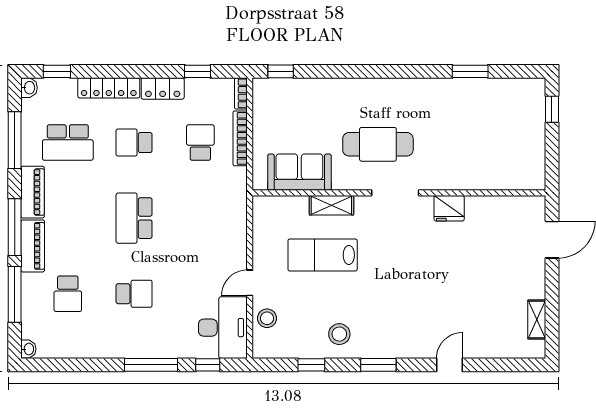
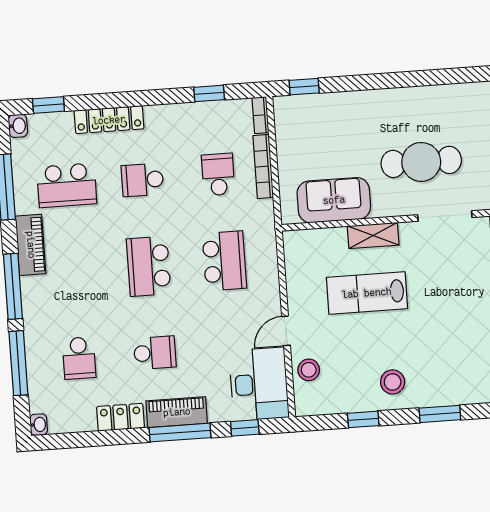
locker: (163, 88) -> (120, 417), moved, turned 180
school desk: (200, 218) -> (224, 261), added
piano: (33, 246) -> (177, 412), moved, turned -90

